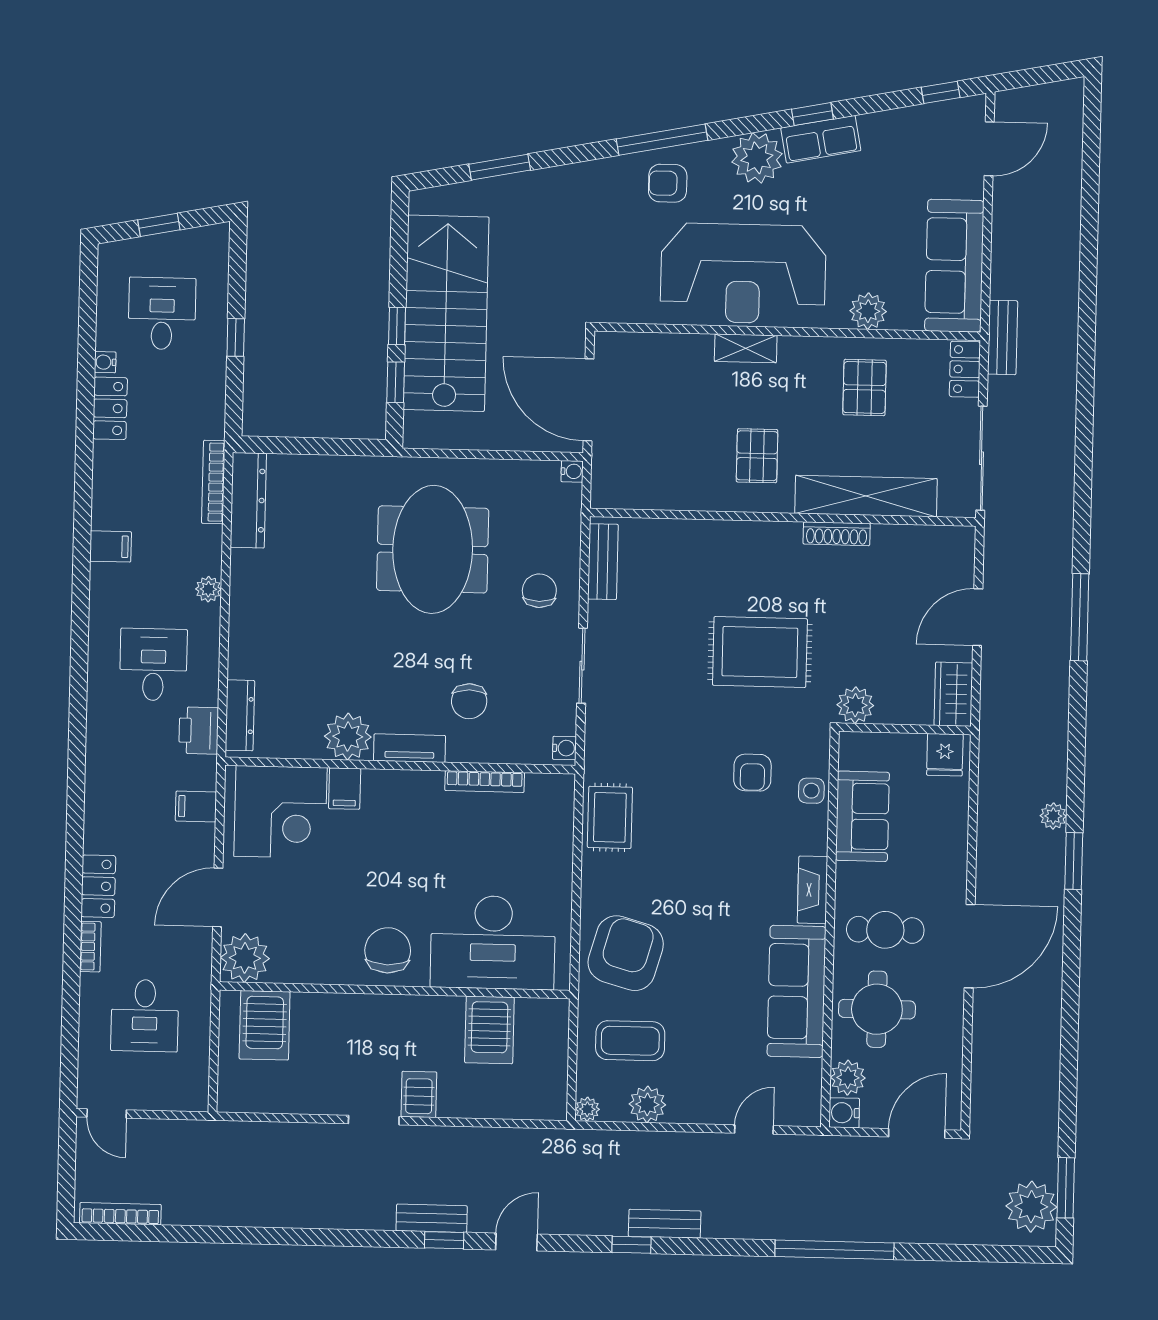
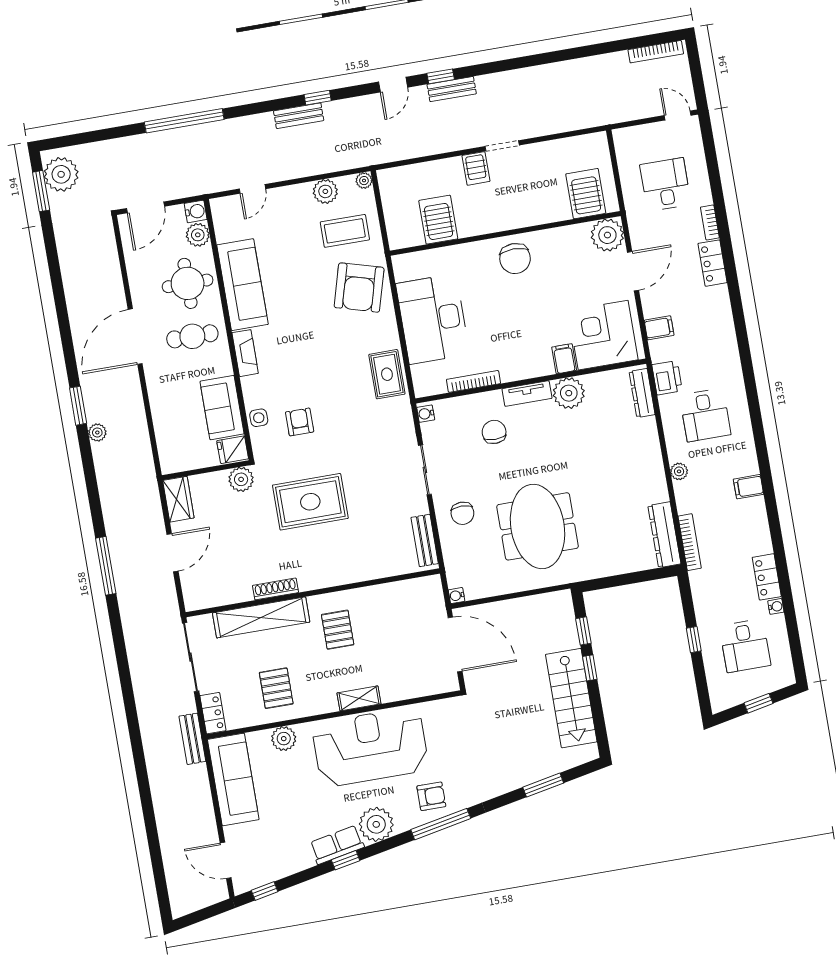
door: (989, 149) -> (226, 860), hinge flipped
stairs: (446, 313) -> (571, 698), width x0.73, depth x0.66
fridge: (945, 755) -> (233, 450), moved, turned -90
desk: (493, 942) -> (433, 319), moved, turned -90

